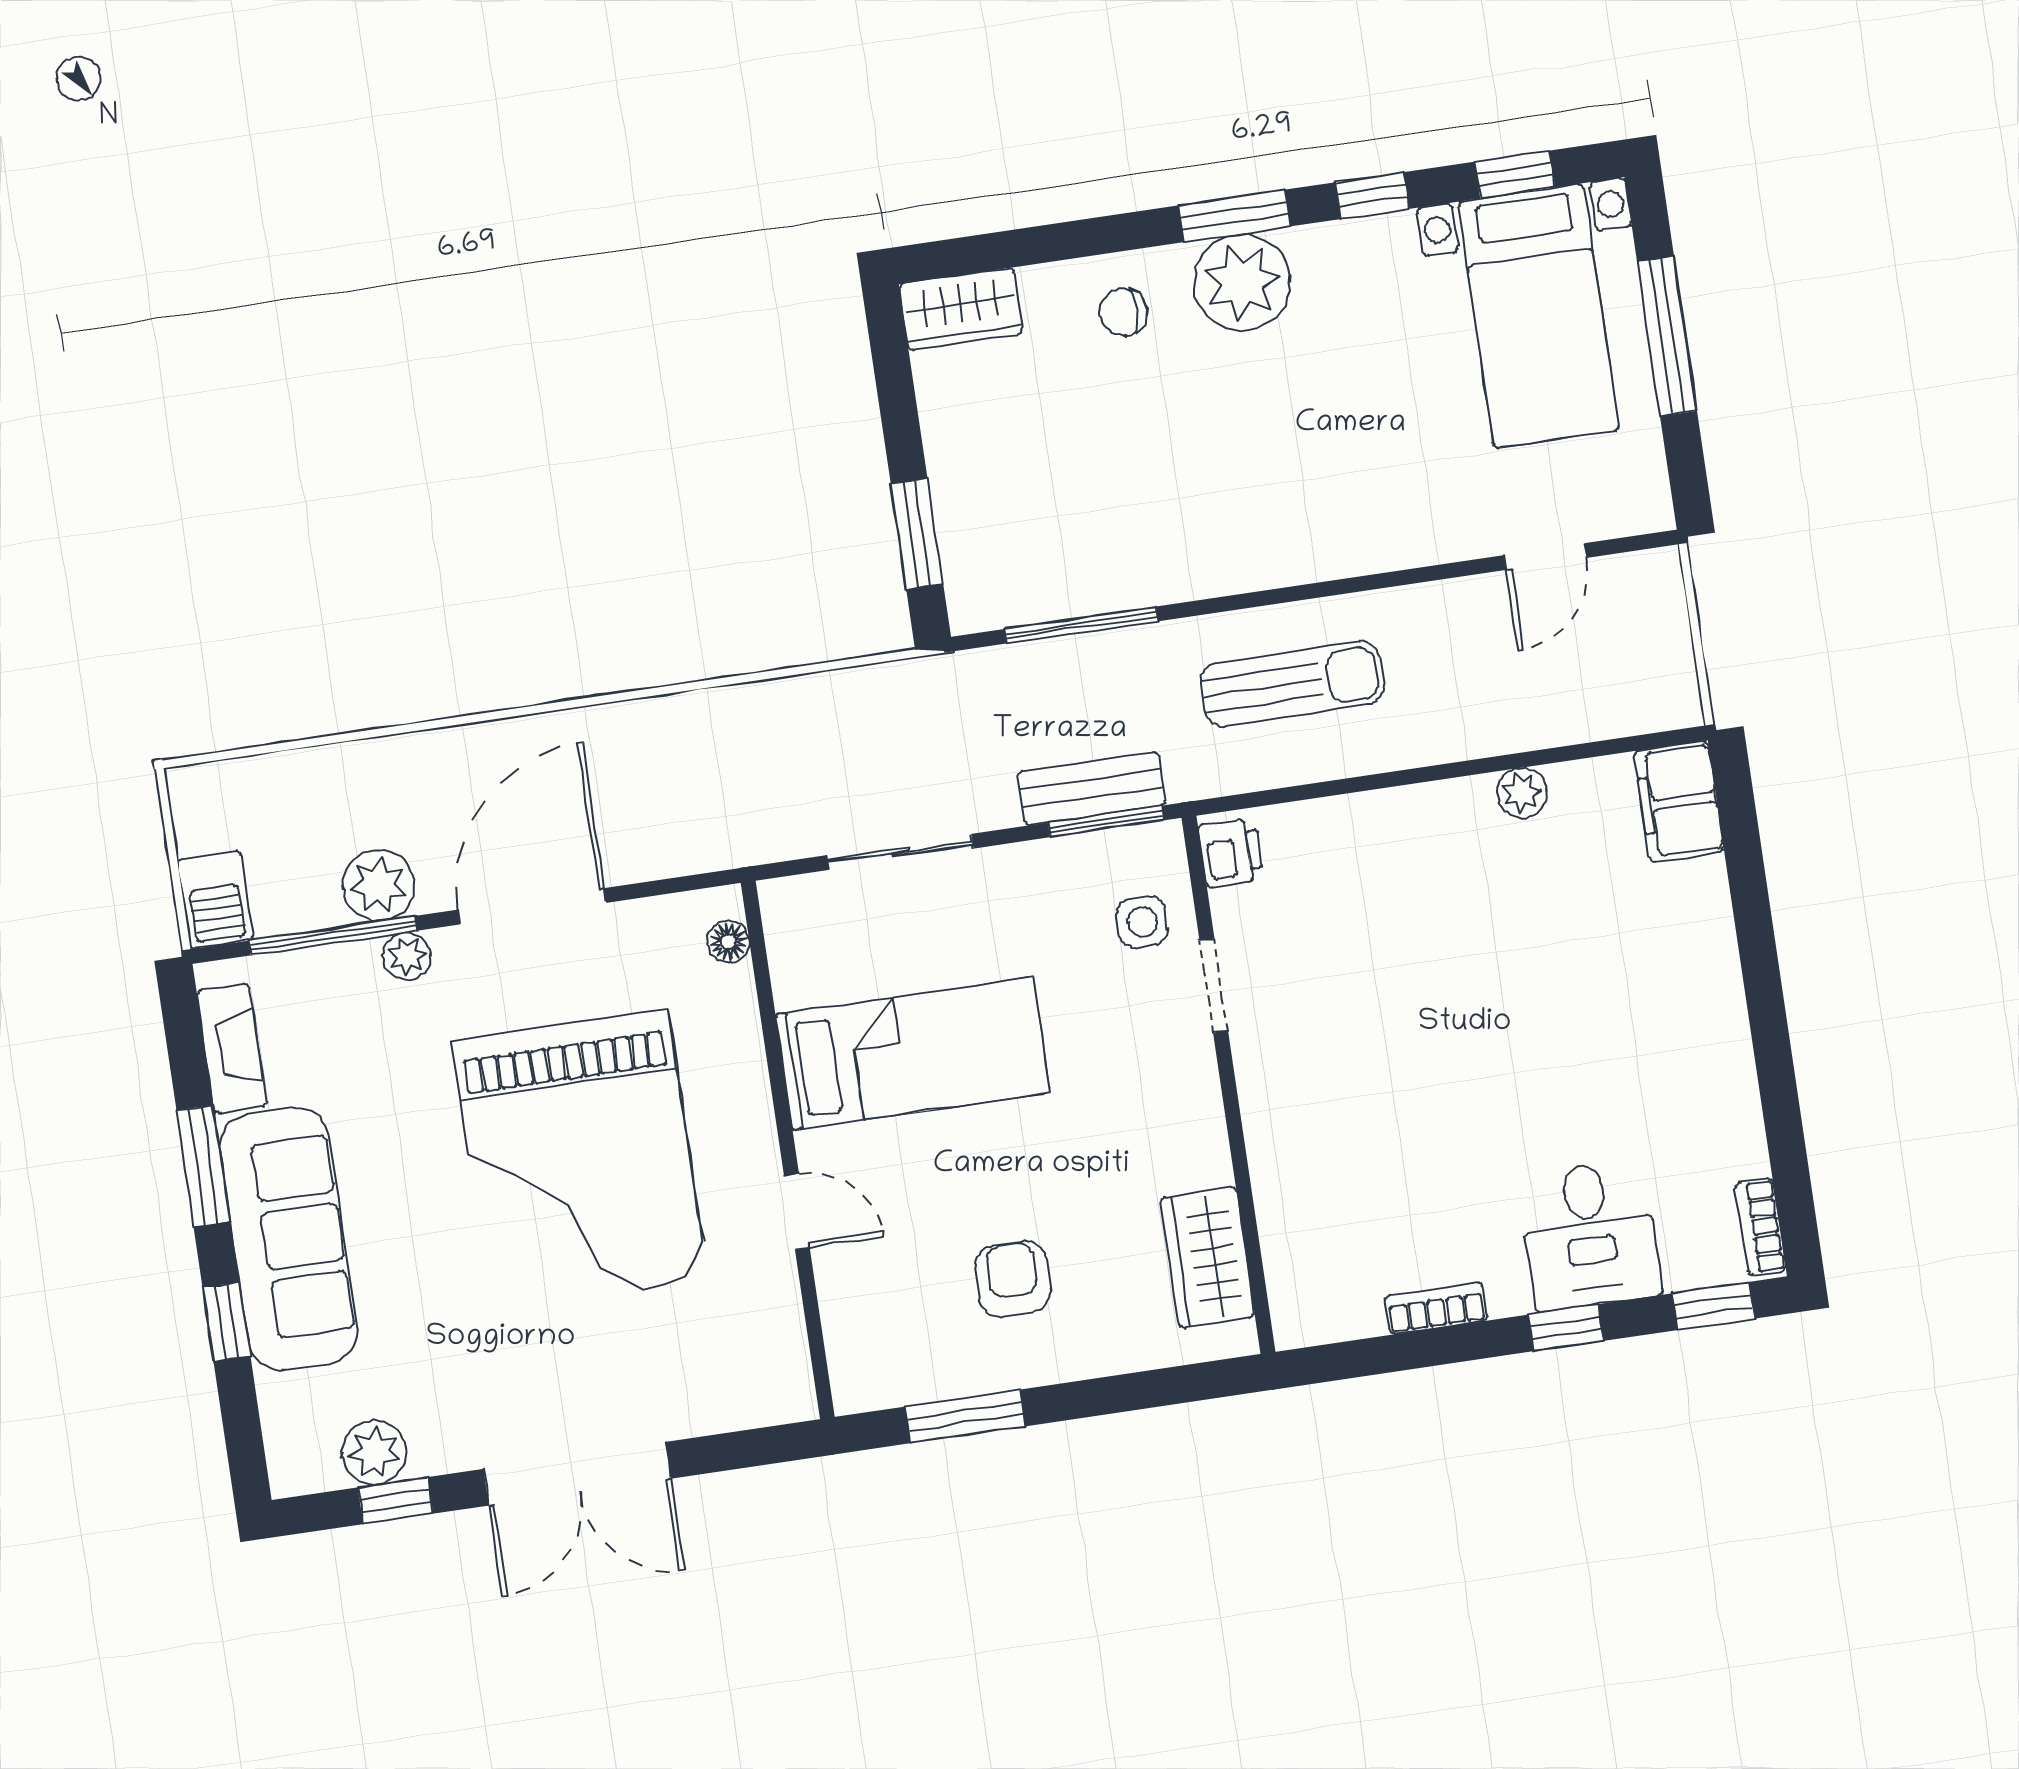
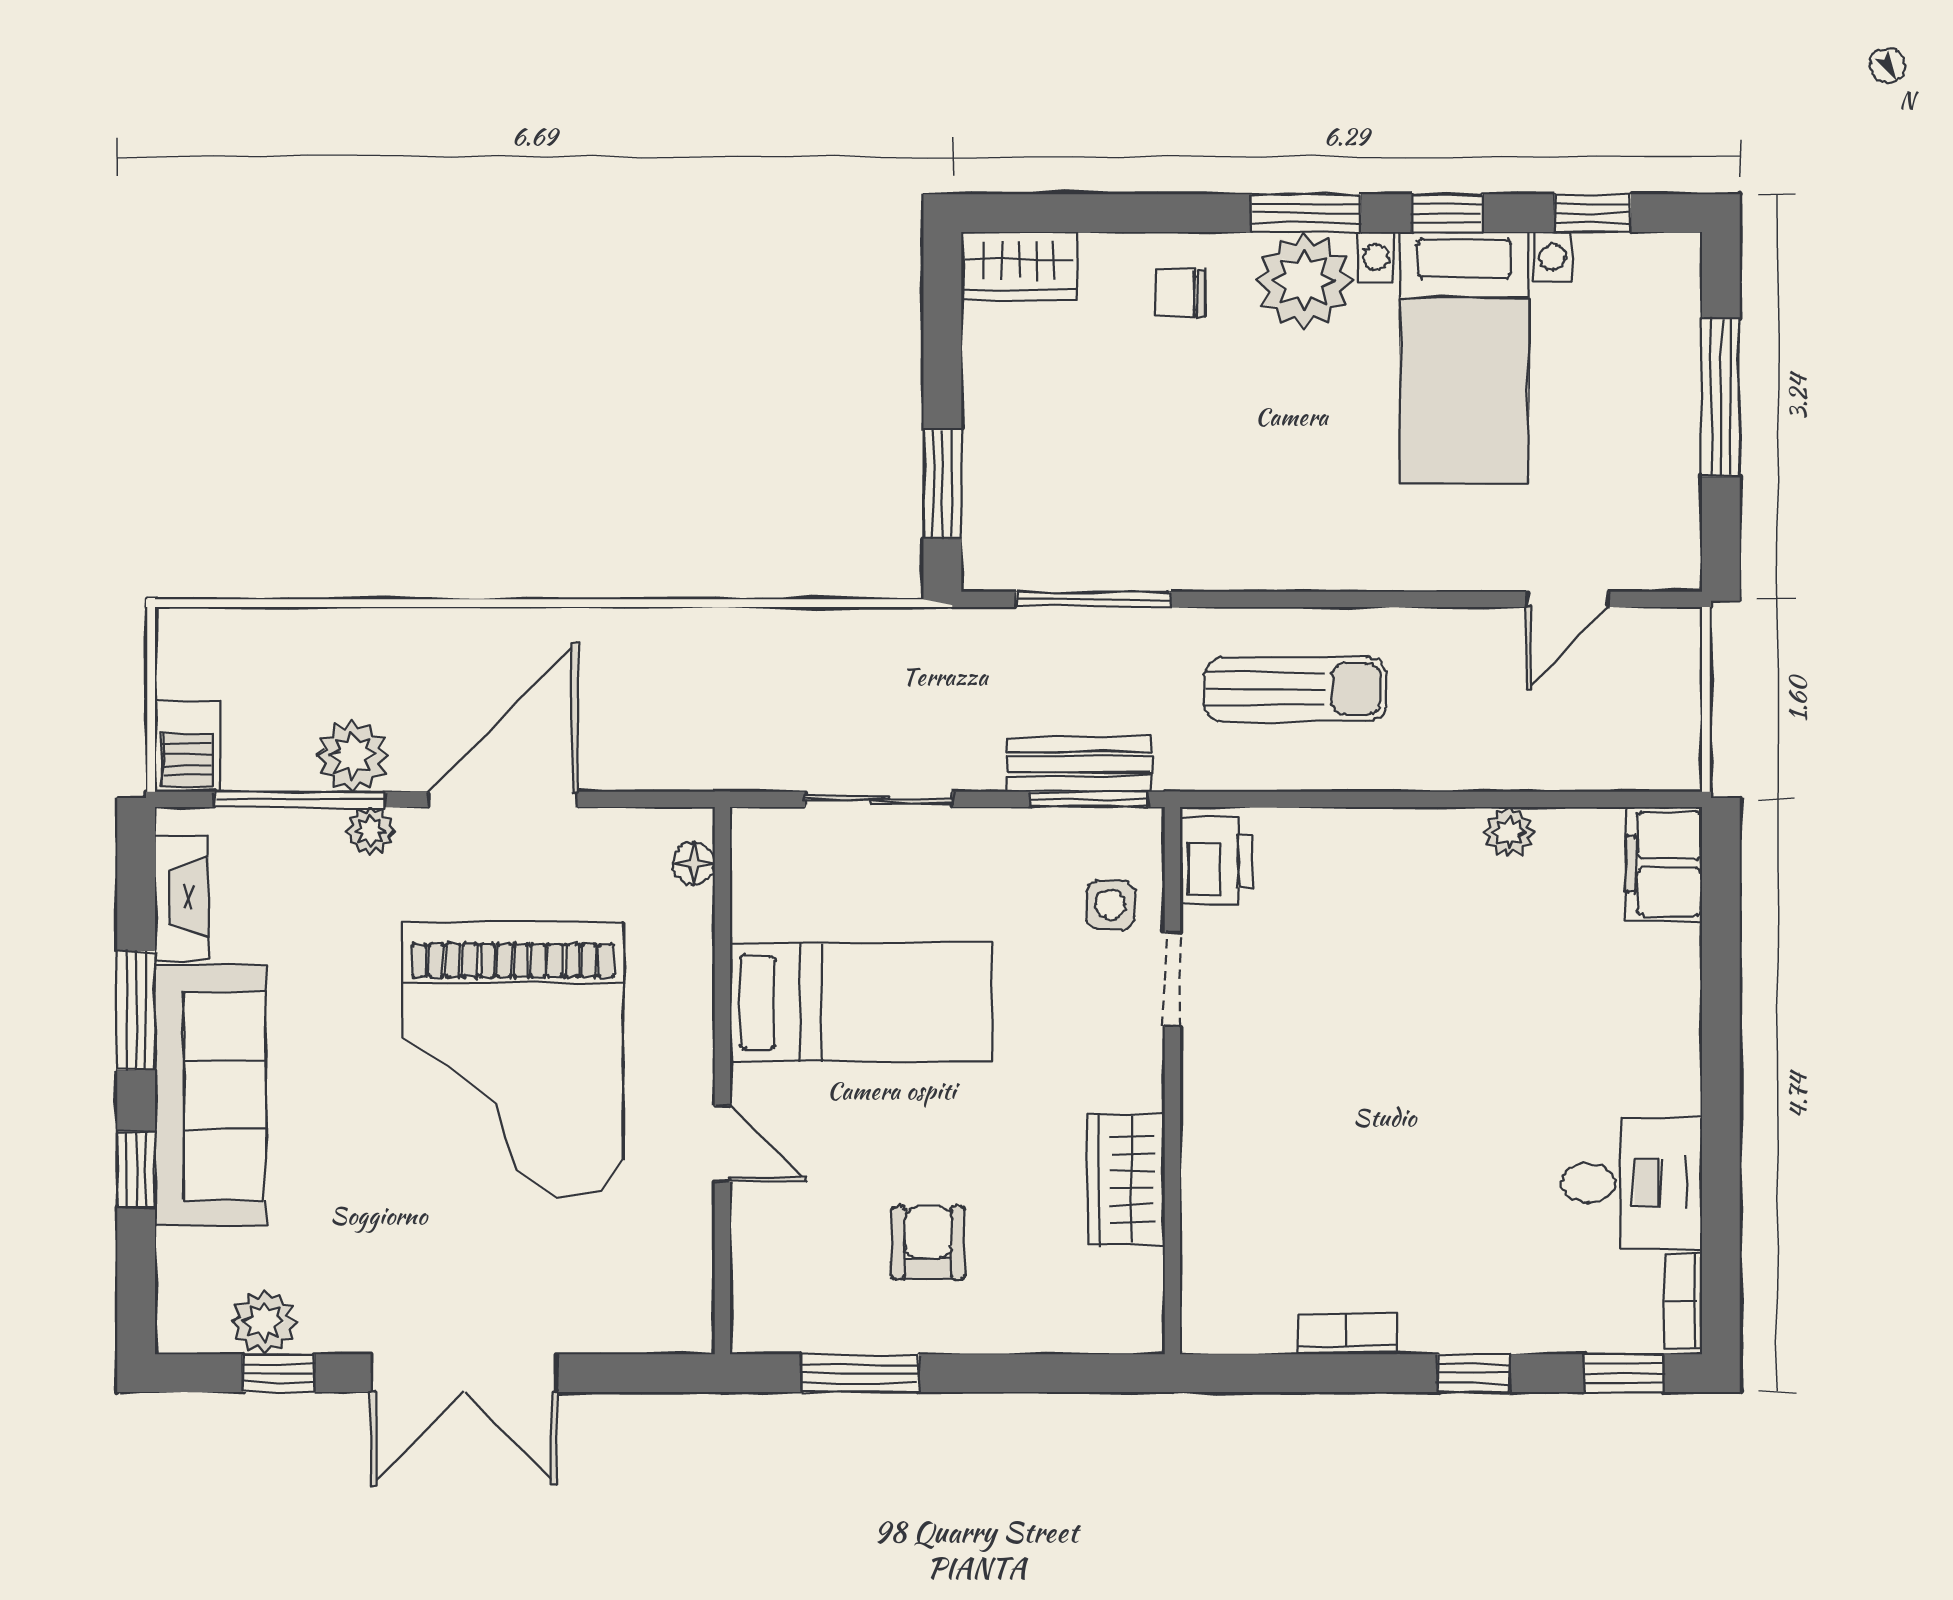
bed with nightstands: (1539, 316) -> (1464, 358), moved
printer: (1231, 853) -> (1216, 861), width x1.36, depth x1.24
desk: (1590, 1235) -> (1632, 1183), moved, turned -90
wardrobe: (1208, 1257) -> (1126, 1180), moved

